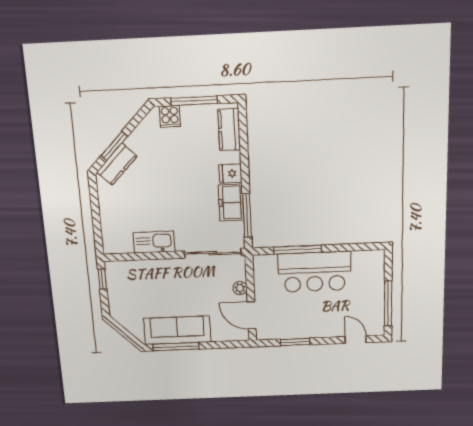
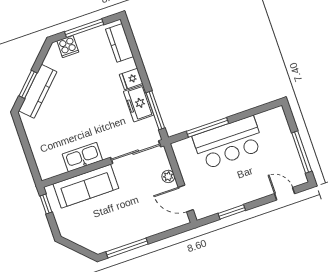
kitchen counter: (117, 164) -> (38, 91), width x1.50
sofa: (177, 330) -> (86, 186), moved, turned 180

